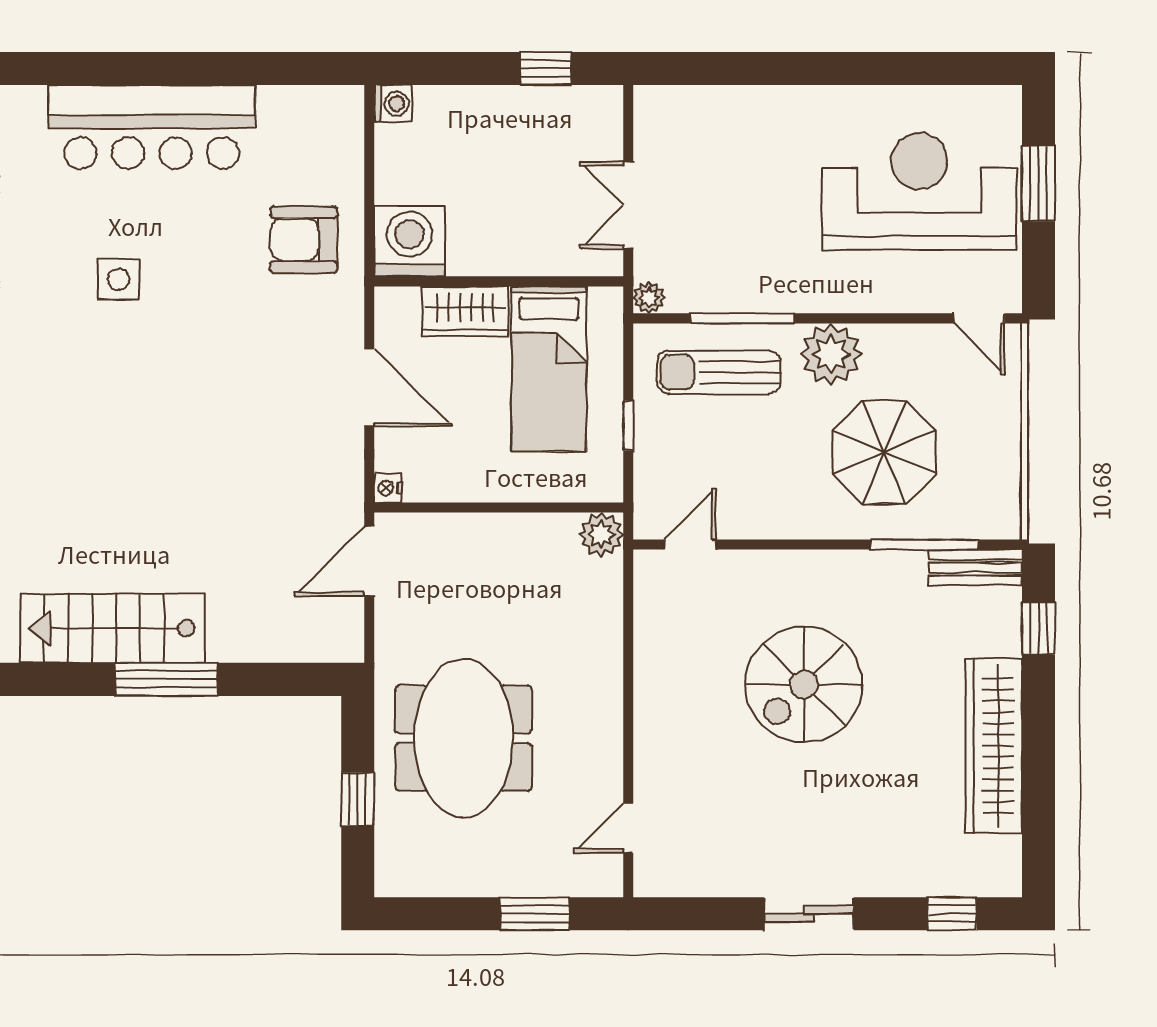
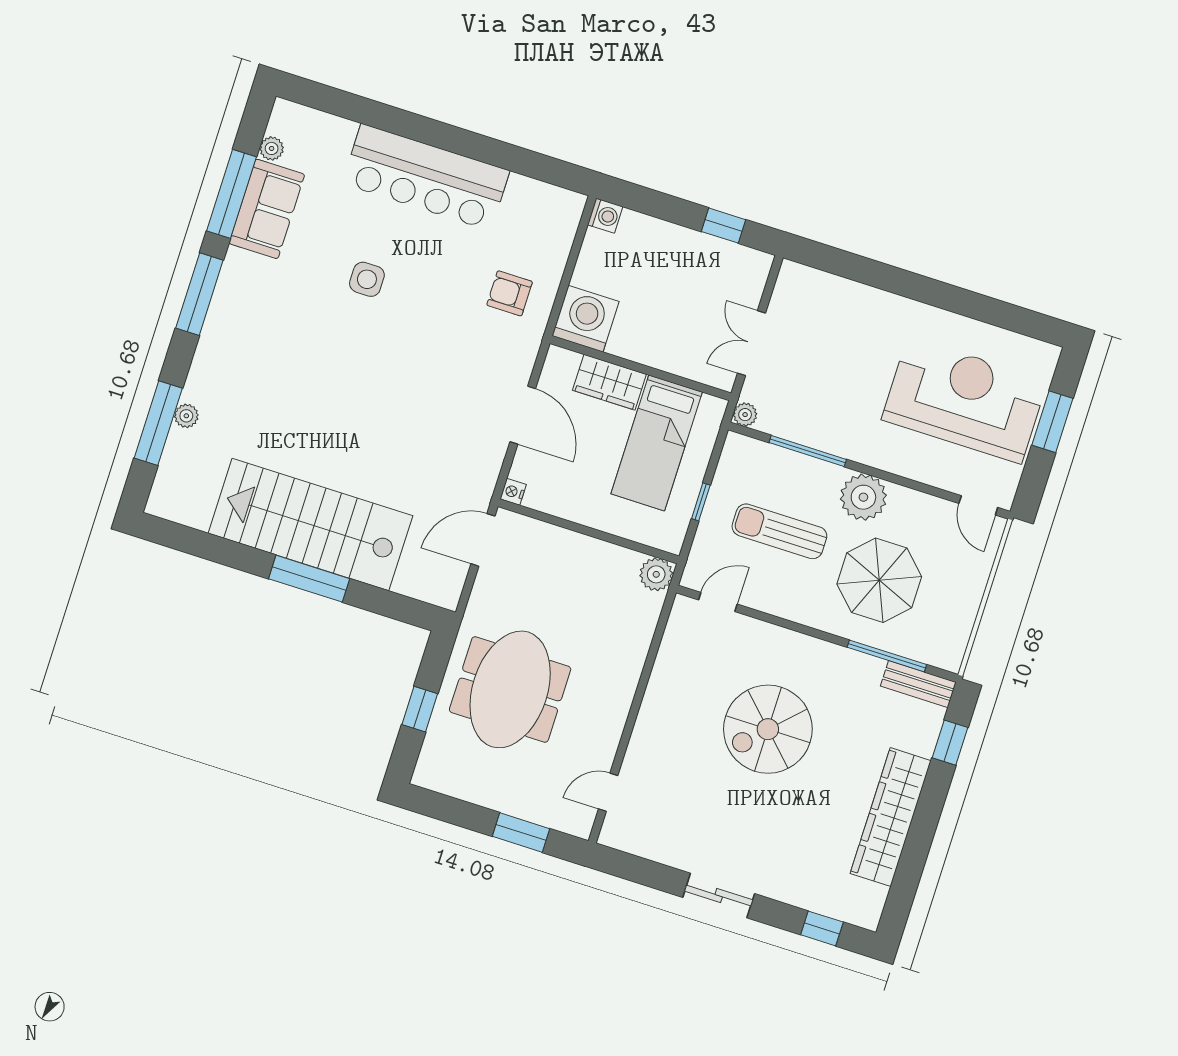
armchair: (304, 240) -> (510, 293), width x0.72, depth x0.72
sun lounger: (719, 372) -> (779, 531), moved
stairs: (113, 628) -> (310, 525), width x1.36, depth x1.51

